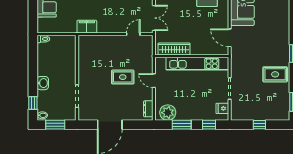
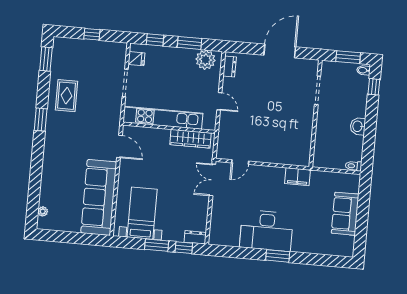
rug: (275, 74) -> (66, 96), turned 90
rug: (123, 77) -> (258, 109), removed
washbasin: (43, 83) -> (358, 126), moved

